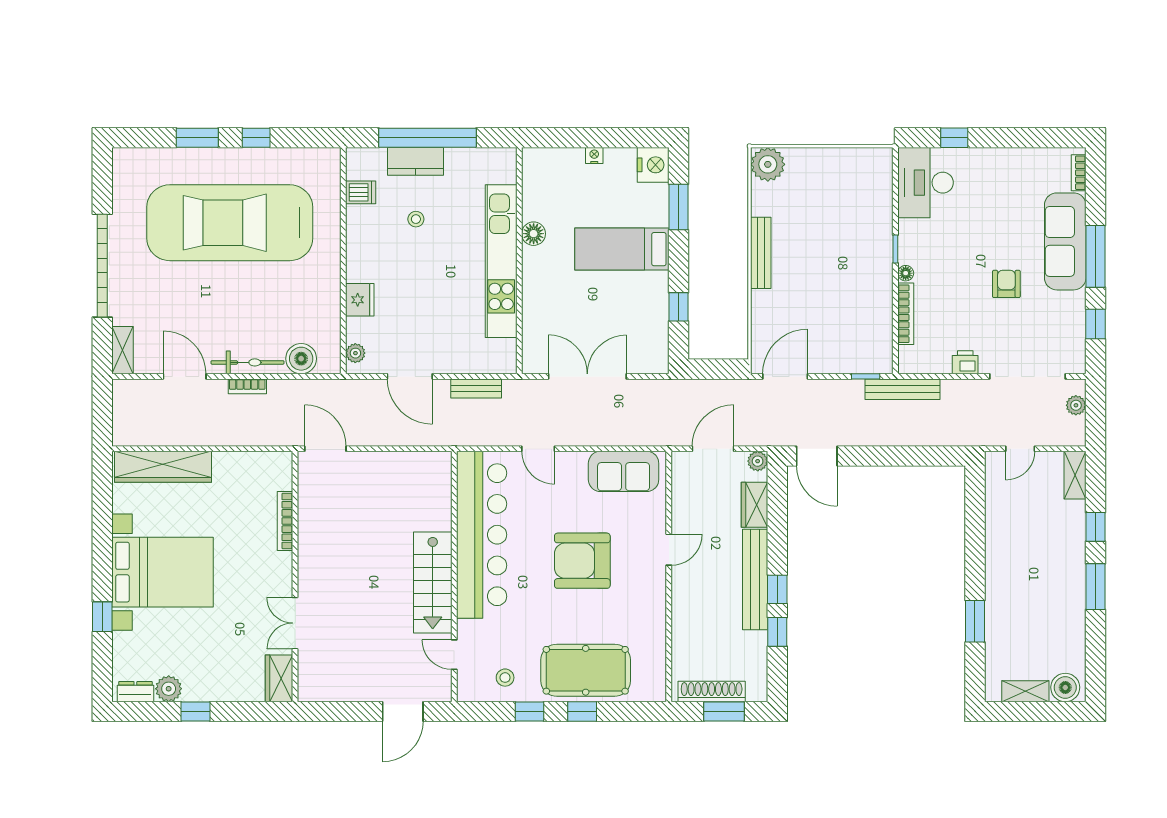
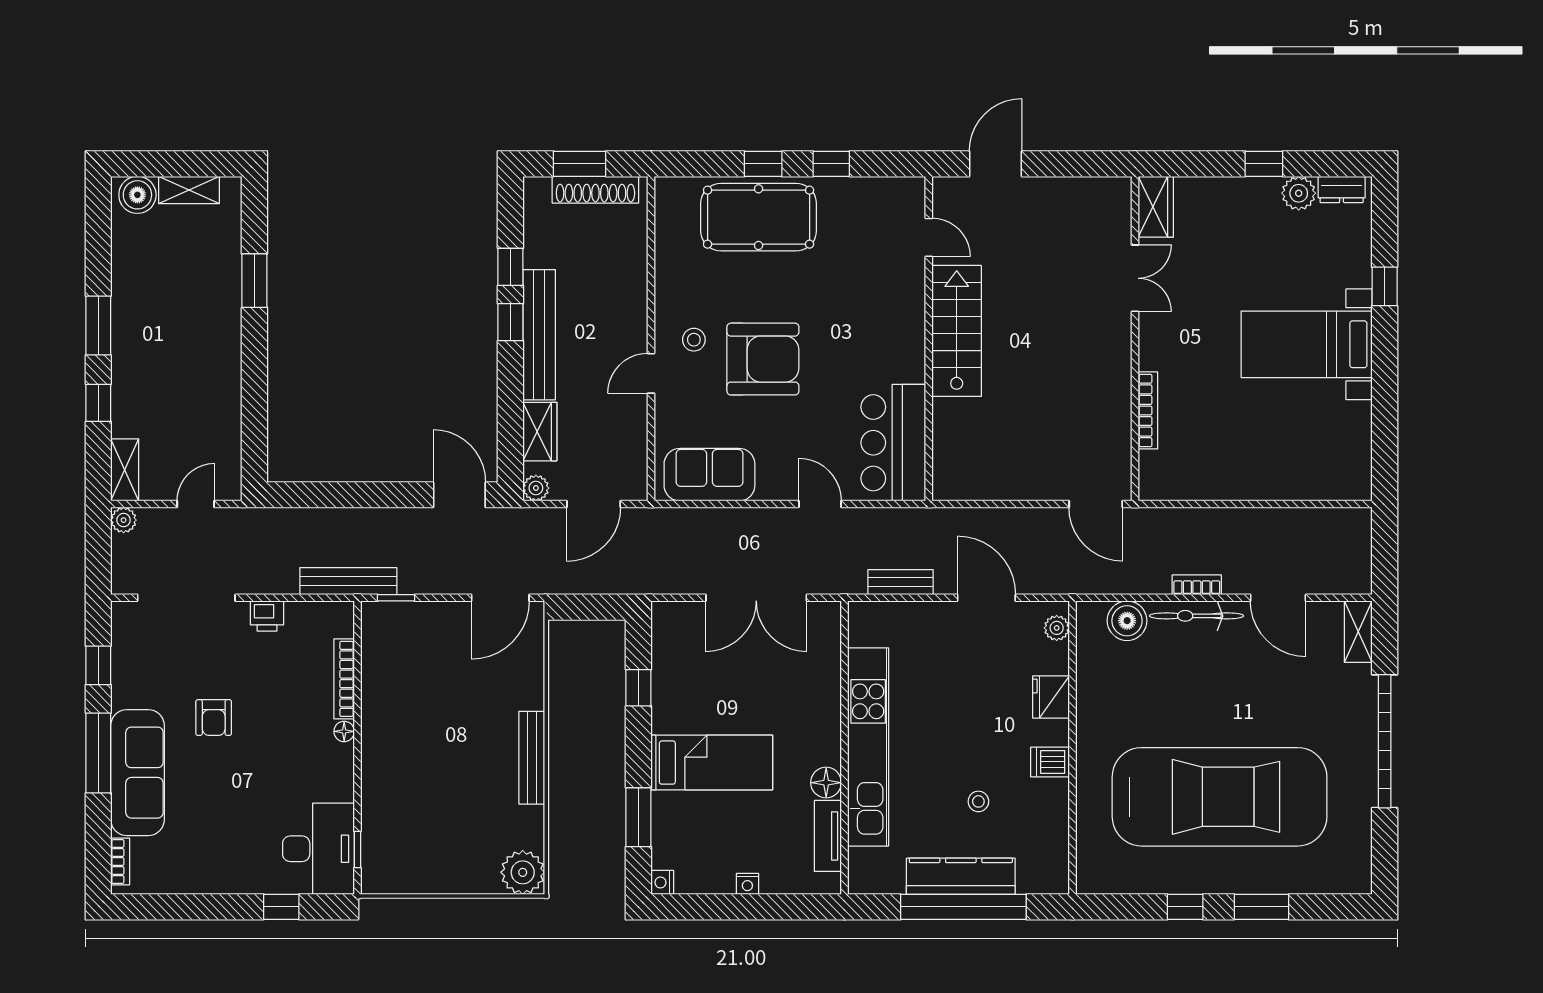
kitchen counter: (416, 161) -> (961, 876), width x1.50
nightstand: (653, 165) -> (662, 882), width x0.53, depth x0.56
dishwasher: (361, 192) -> (1050, 762), moved
tv unit: (532, 193) -> (828, 836), added
window: (895, 249) -> (357, 850), moved
plant: (1076, 405) -> (124, 520), moved
wardrobe: (163, 467) -> (1306, 481), removed
bar counter: (482, 535) -> (893, 443), width x0.54
bed with nightstands: (162, 572) -> (1307, 344), width x0.73
stool: (505, 678) -> (694, 340), moved

